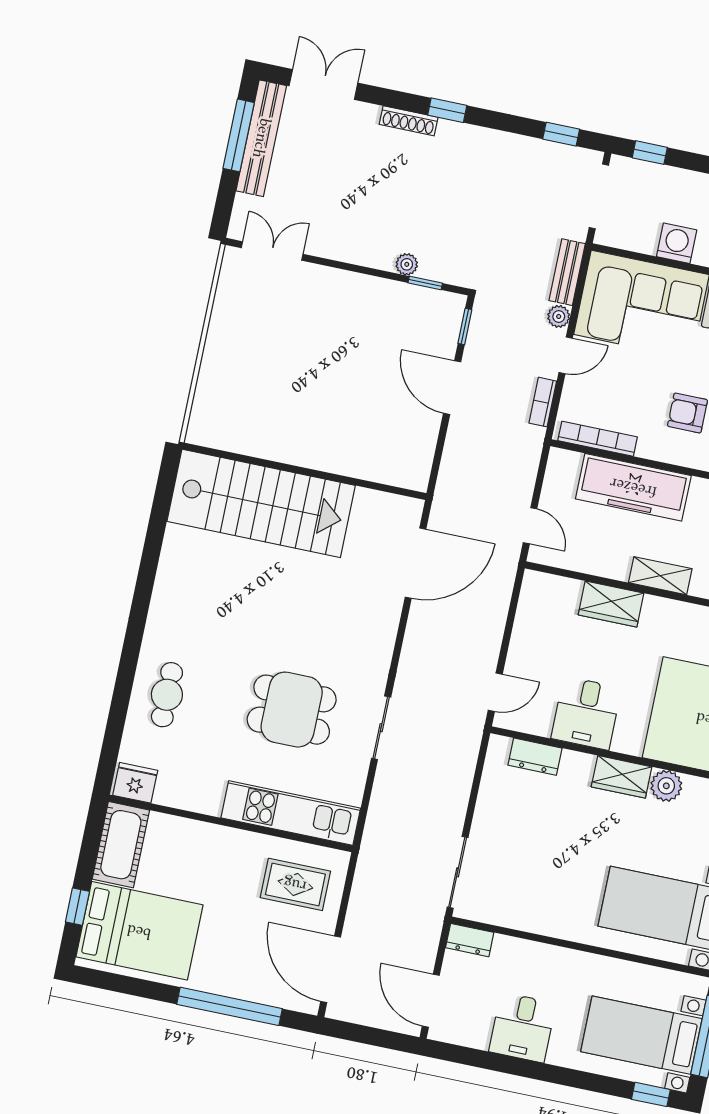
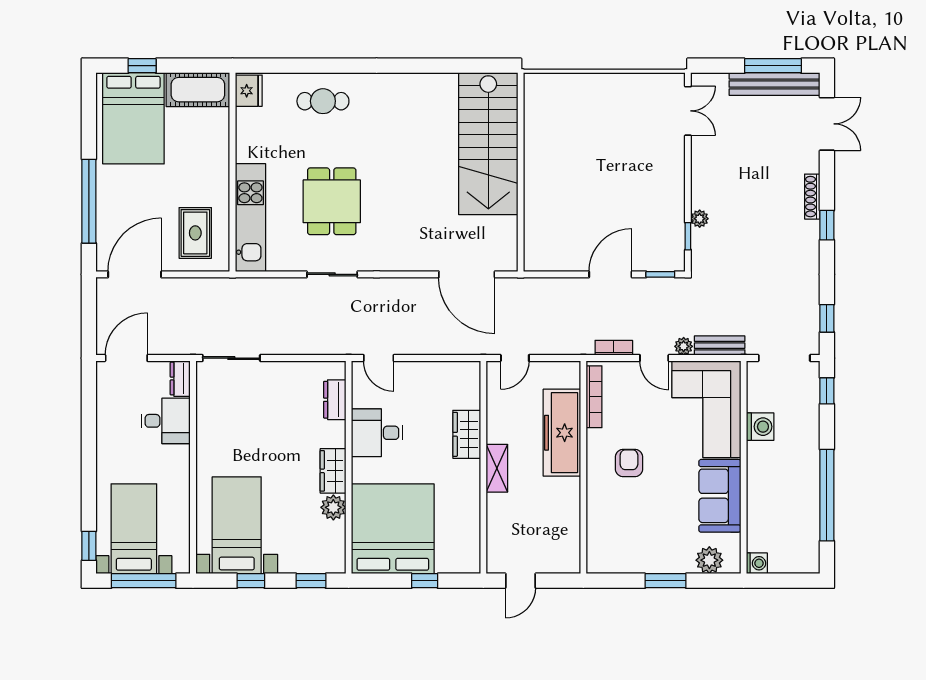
desk: (522, 1028) -> (166, 421), moved, turned 180

